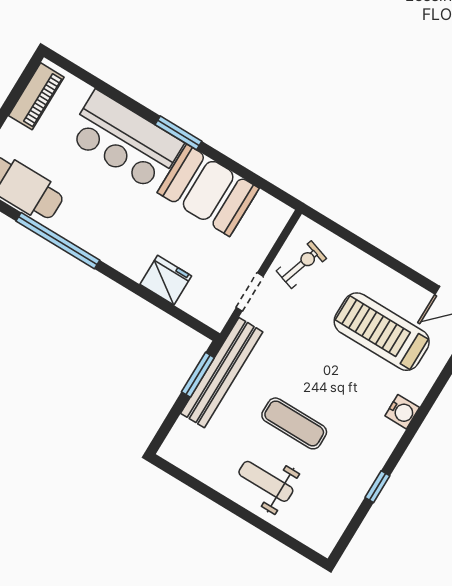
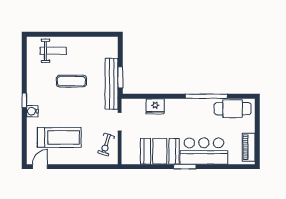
weight bench: (266, 481) -> (53, 51), moved
window: (377, 487) -> (24, 100), moved

